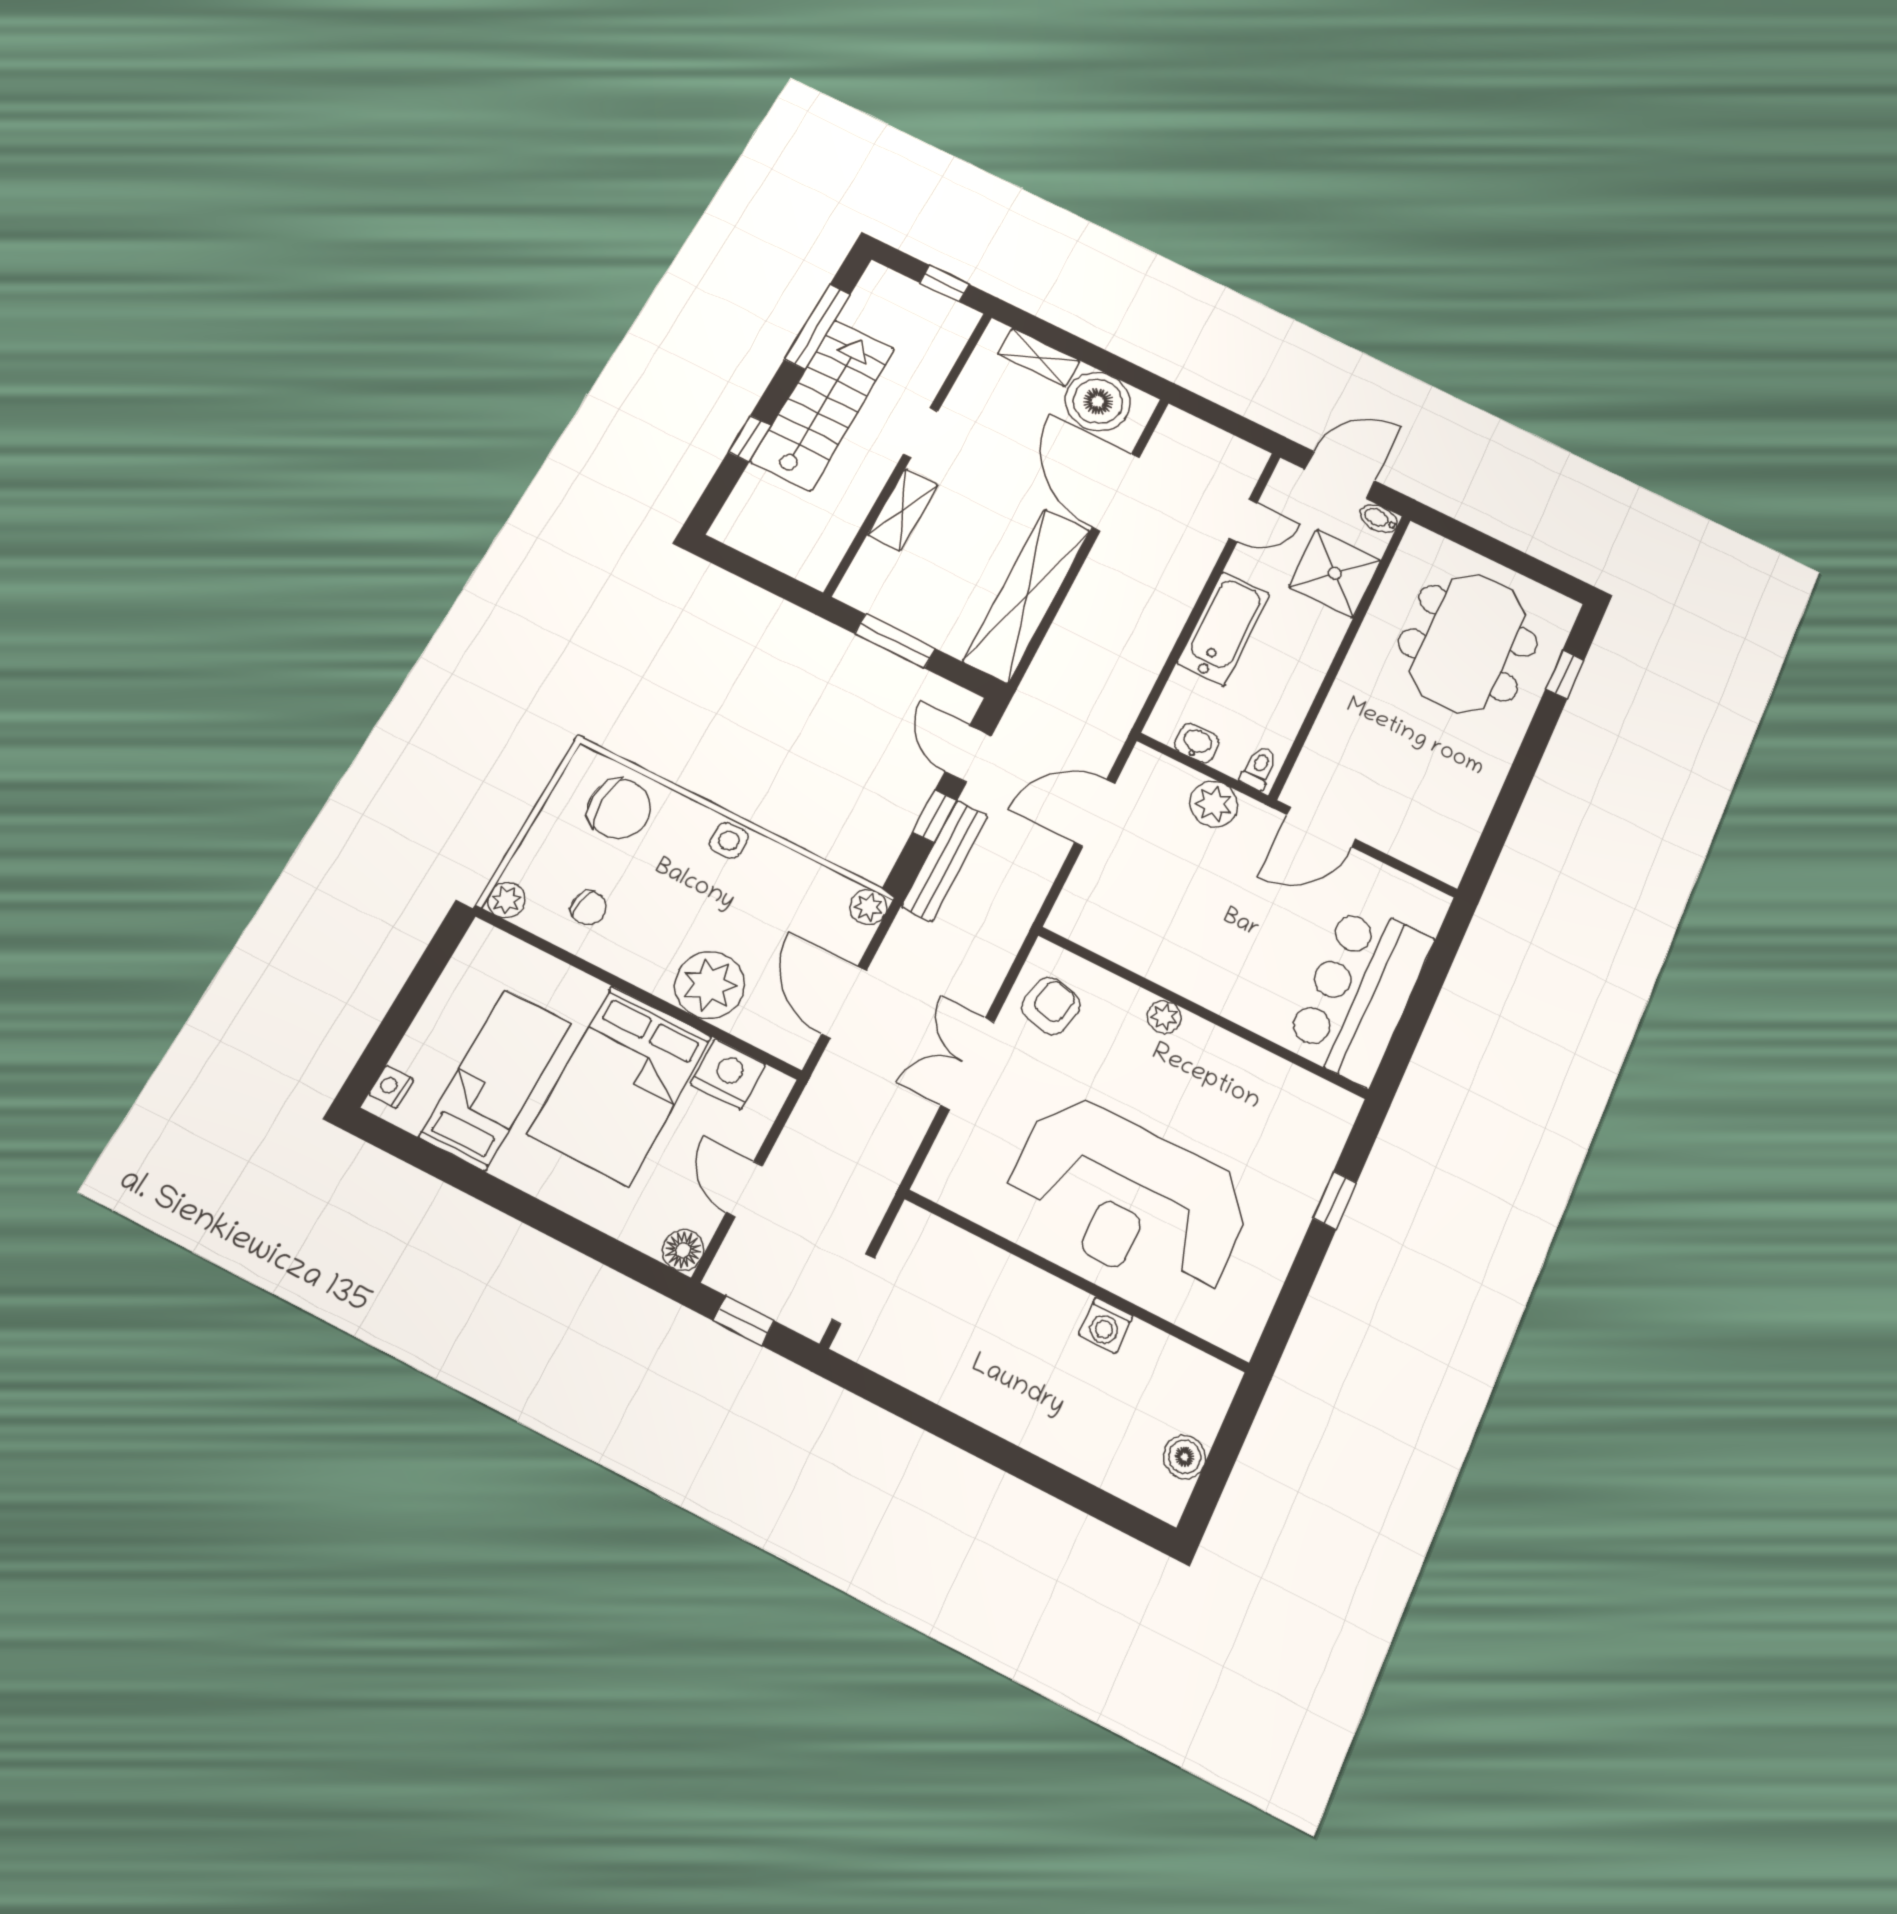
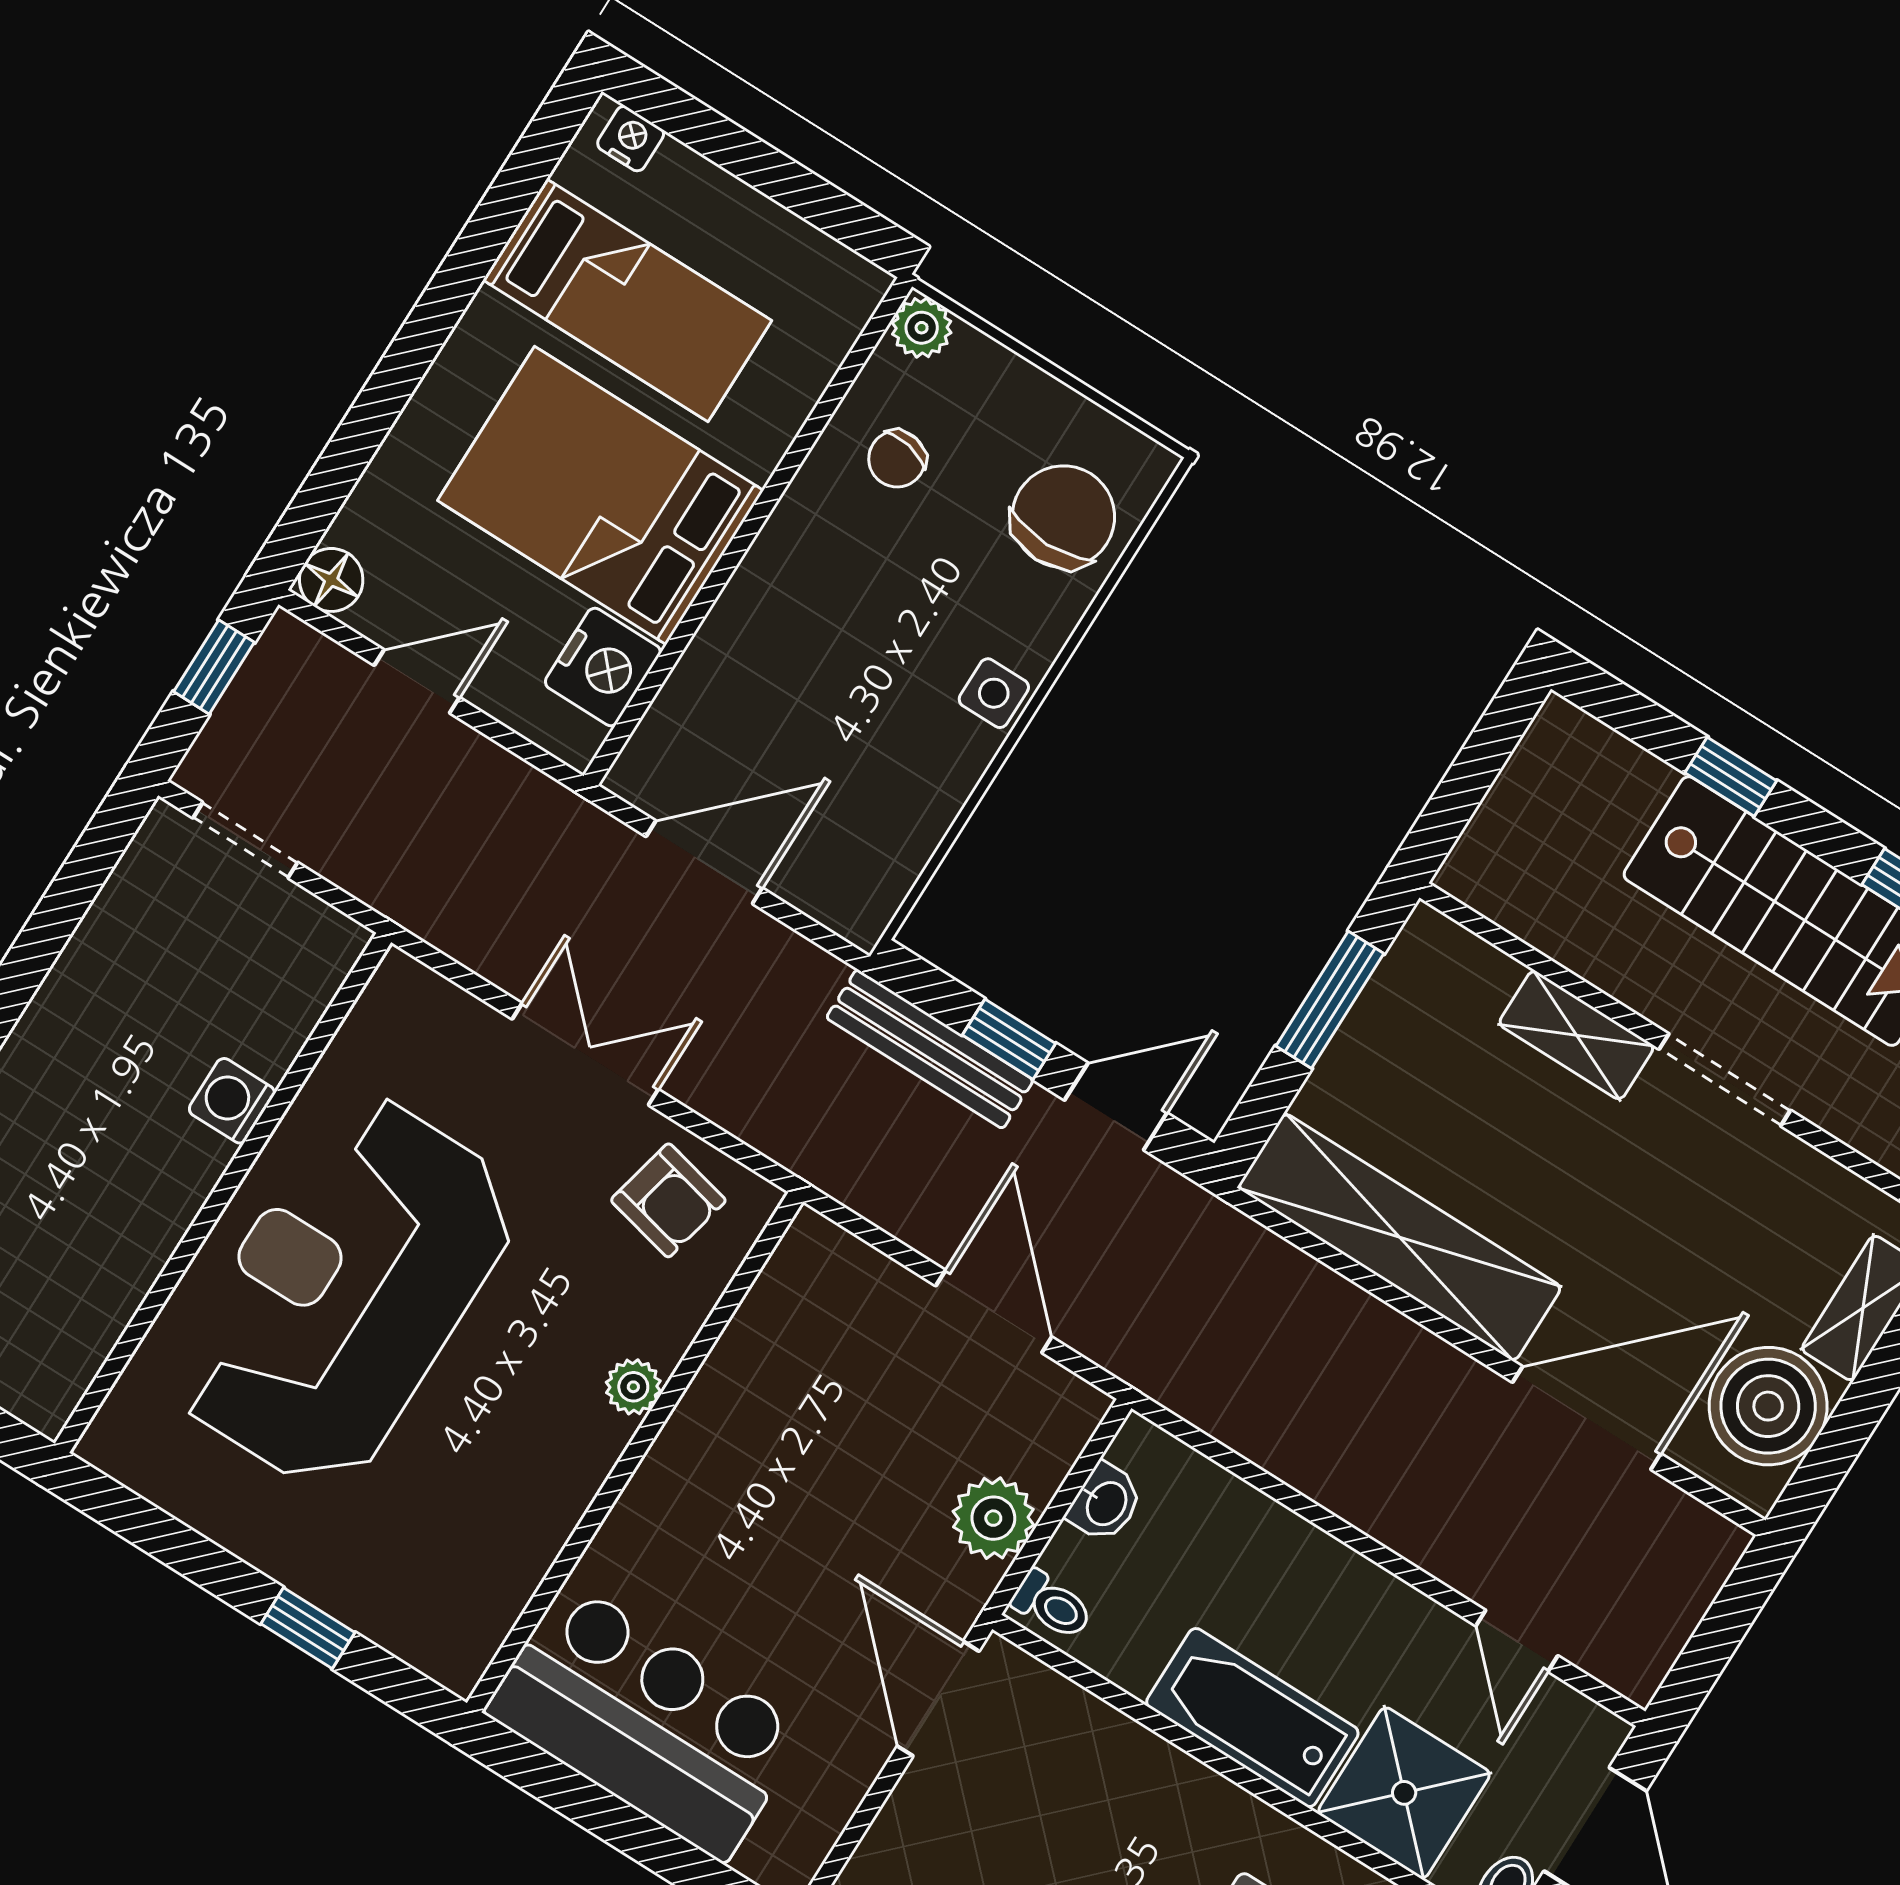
doorway: (920, 433) -> (1725, 1080), width x1.38
bathtub: (1223, 629) -> (1252, 1718), moved, turned 180
chair: (619, 809) -> (1063, 517), turned 180
plant: (869, 907) -> (861, 915), removed
plant: (709, 985) -> (752, 647), removed
washing machine: (1106, 1325) -> (232, 1101), moved

